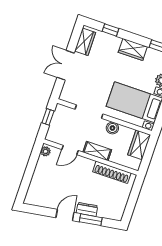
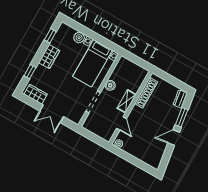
window: (48, 117) -> (91, 136), removed
wardrobe: (139, 145) -> (128, 66), removed
dresser: (87, 209) -> (180, 99), moved
door: (65, 215) -> (174, 138), hinge flipped

